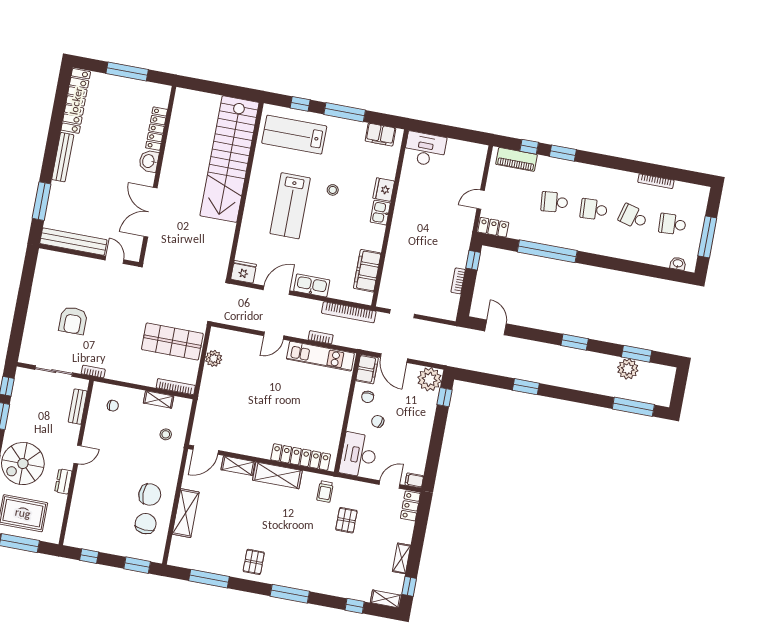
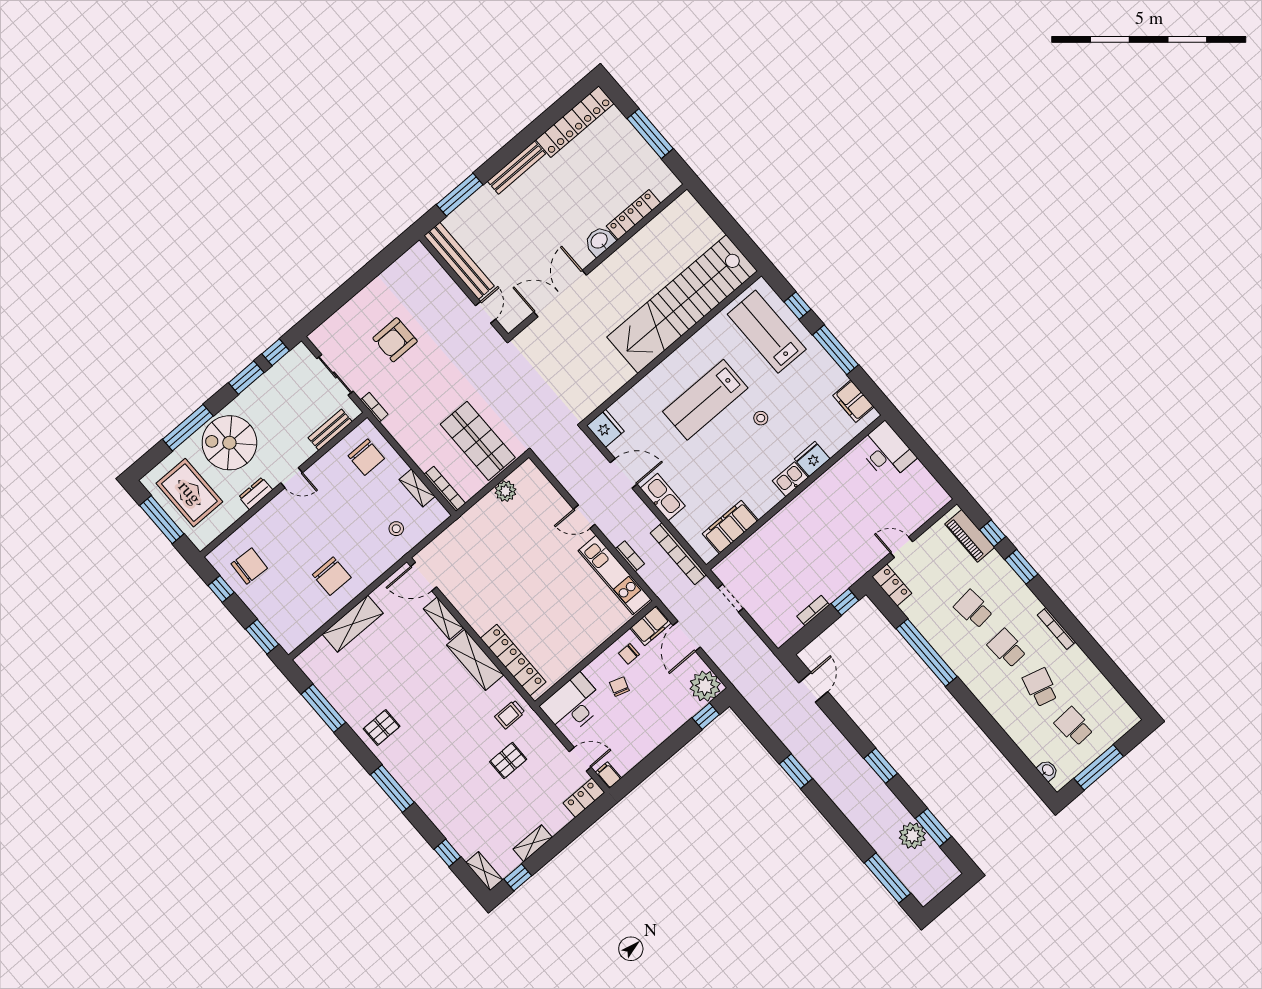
bookcase: (656, 181) -> (1056, 628), moved
chair: (113, 406) -> (366, 457), width x1.87, depth x1.87
chair: (146, 524) -> (249, 566), moved

